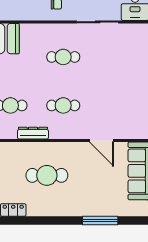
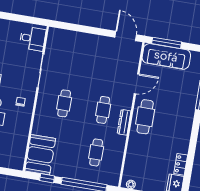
dresser: (33, 133) -> (124, 122), moved
cafe table: (47, 175) -> (145, 117), moved

